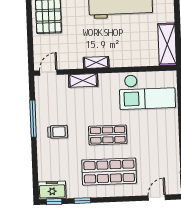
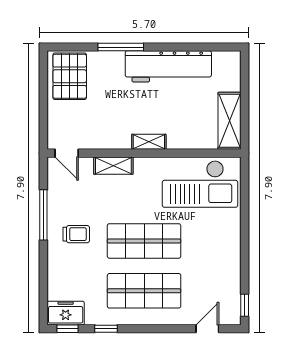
shelving: (96, 62) -> (149, 142), moved
door: (48, 73) -> (67, 153), swing flipped
shop shelf: (108, 135) -> (144, 241), width x1.43, depth x1.36

